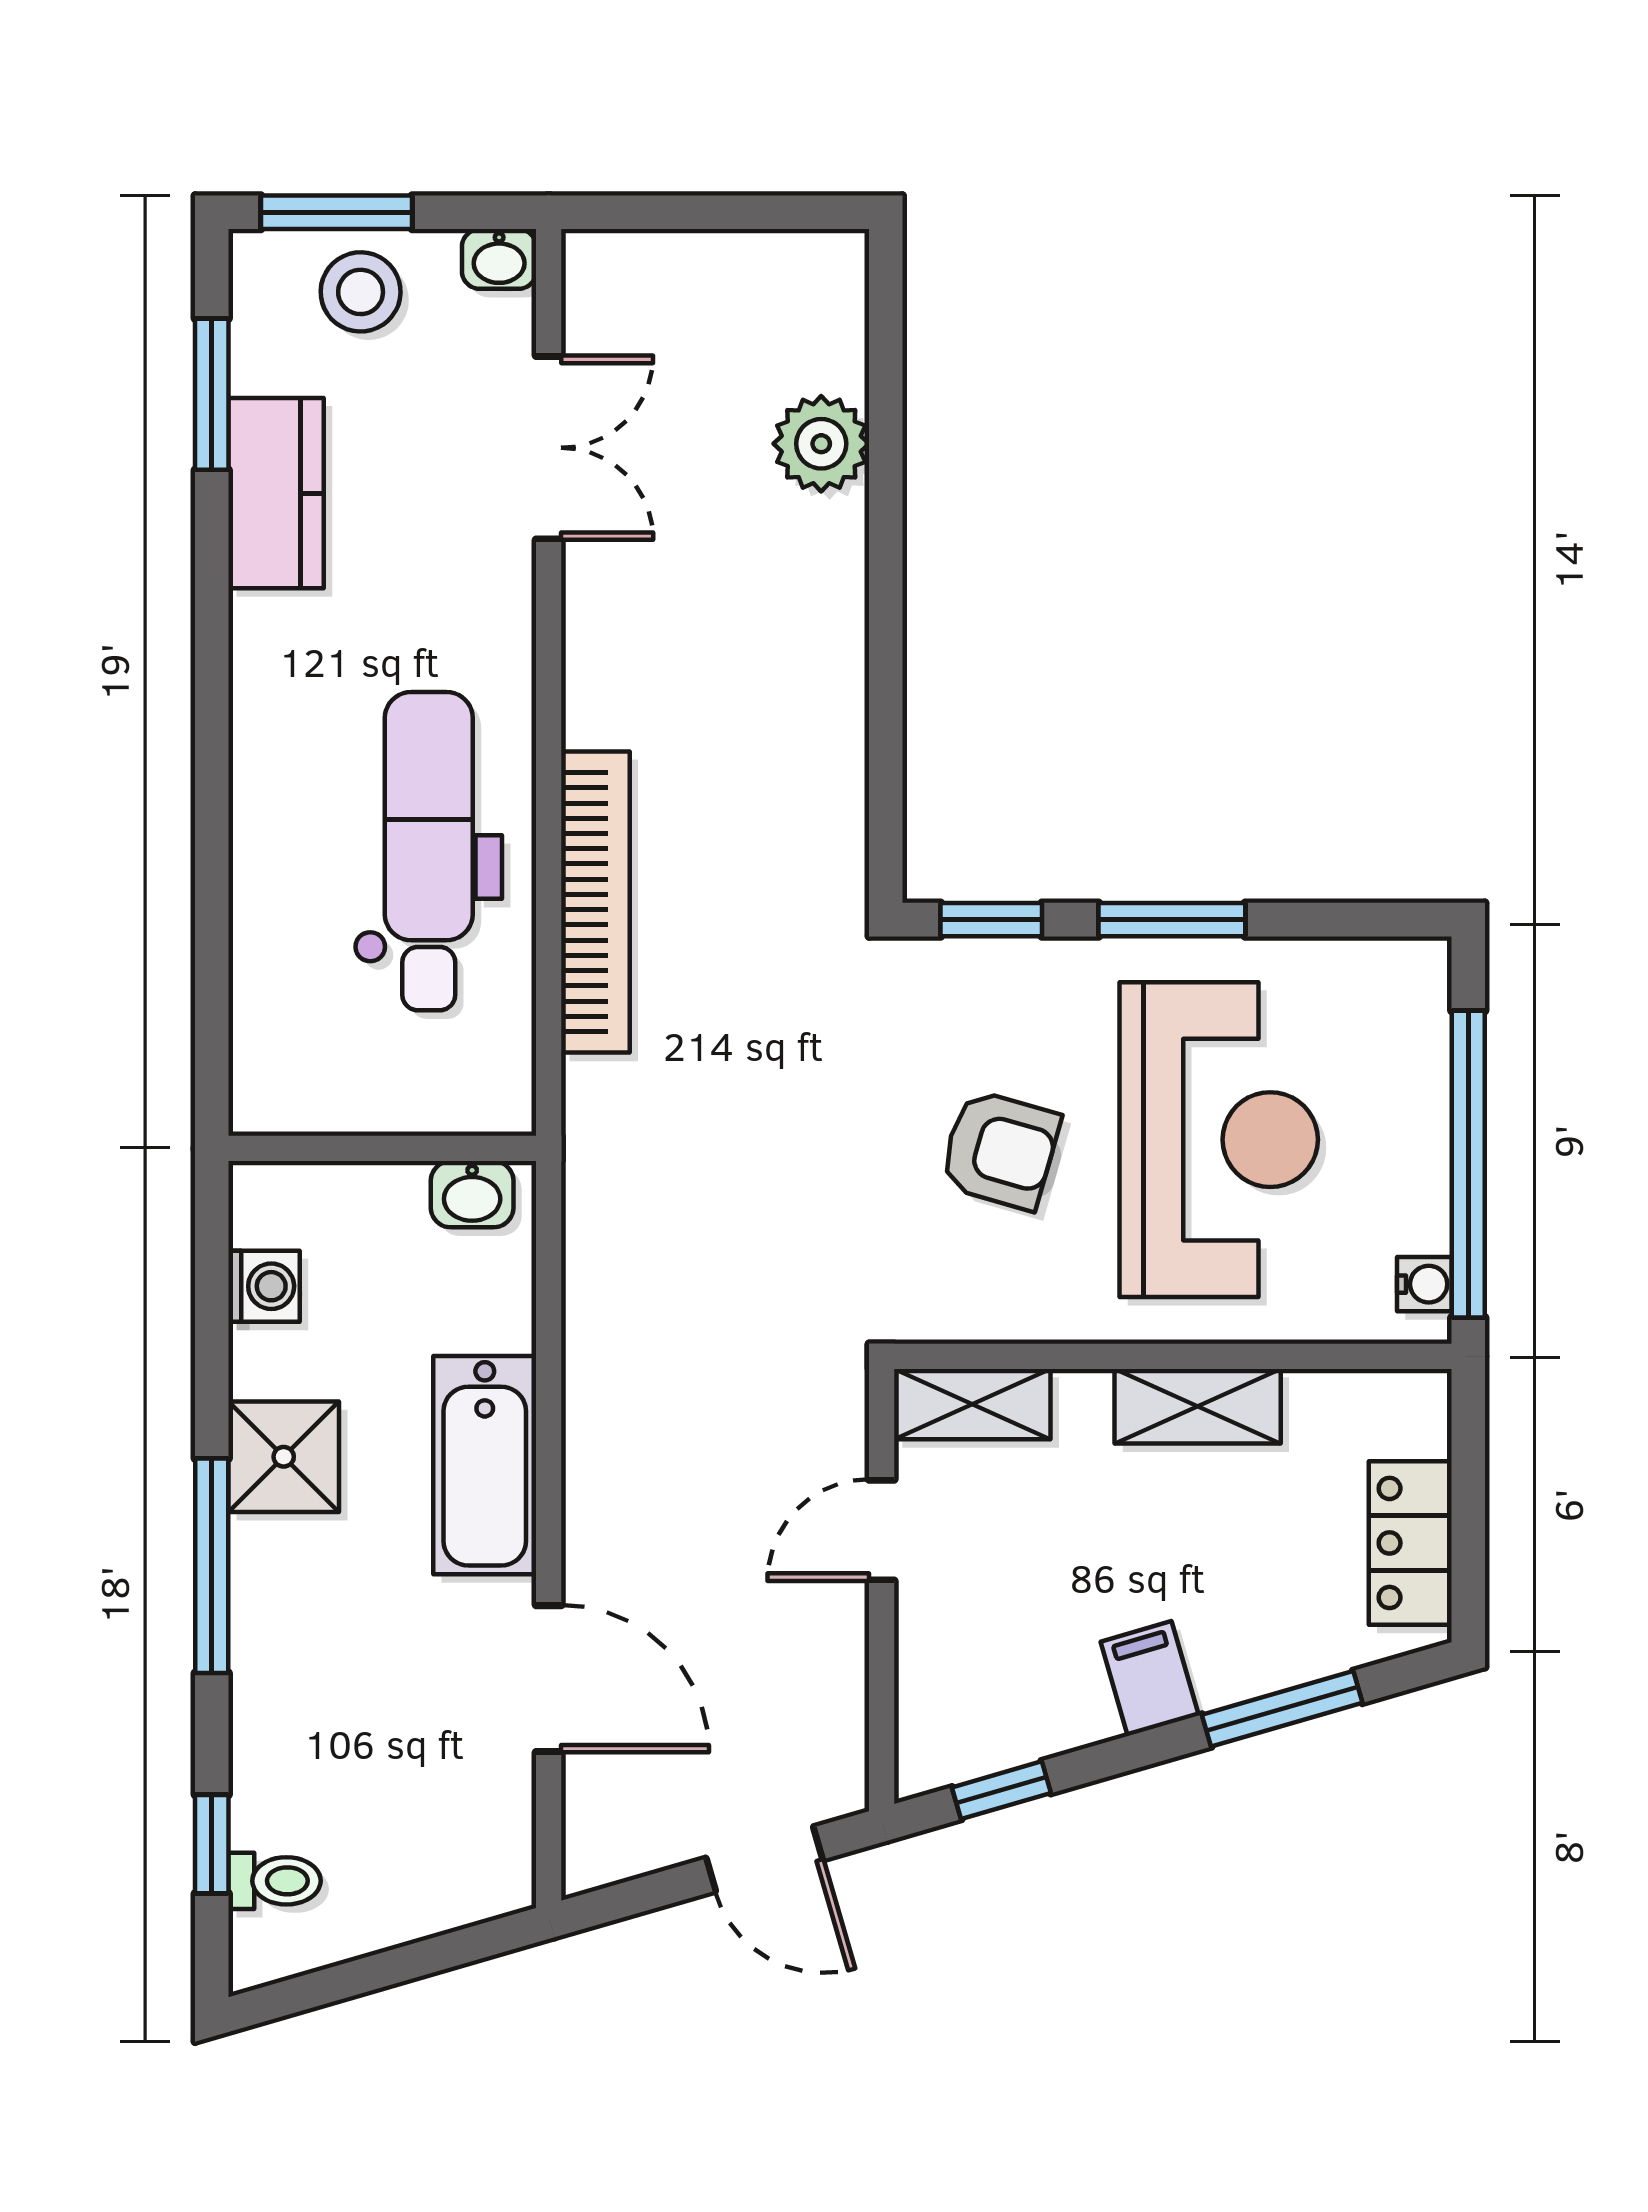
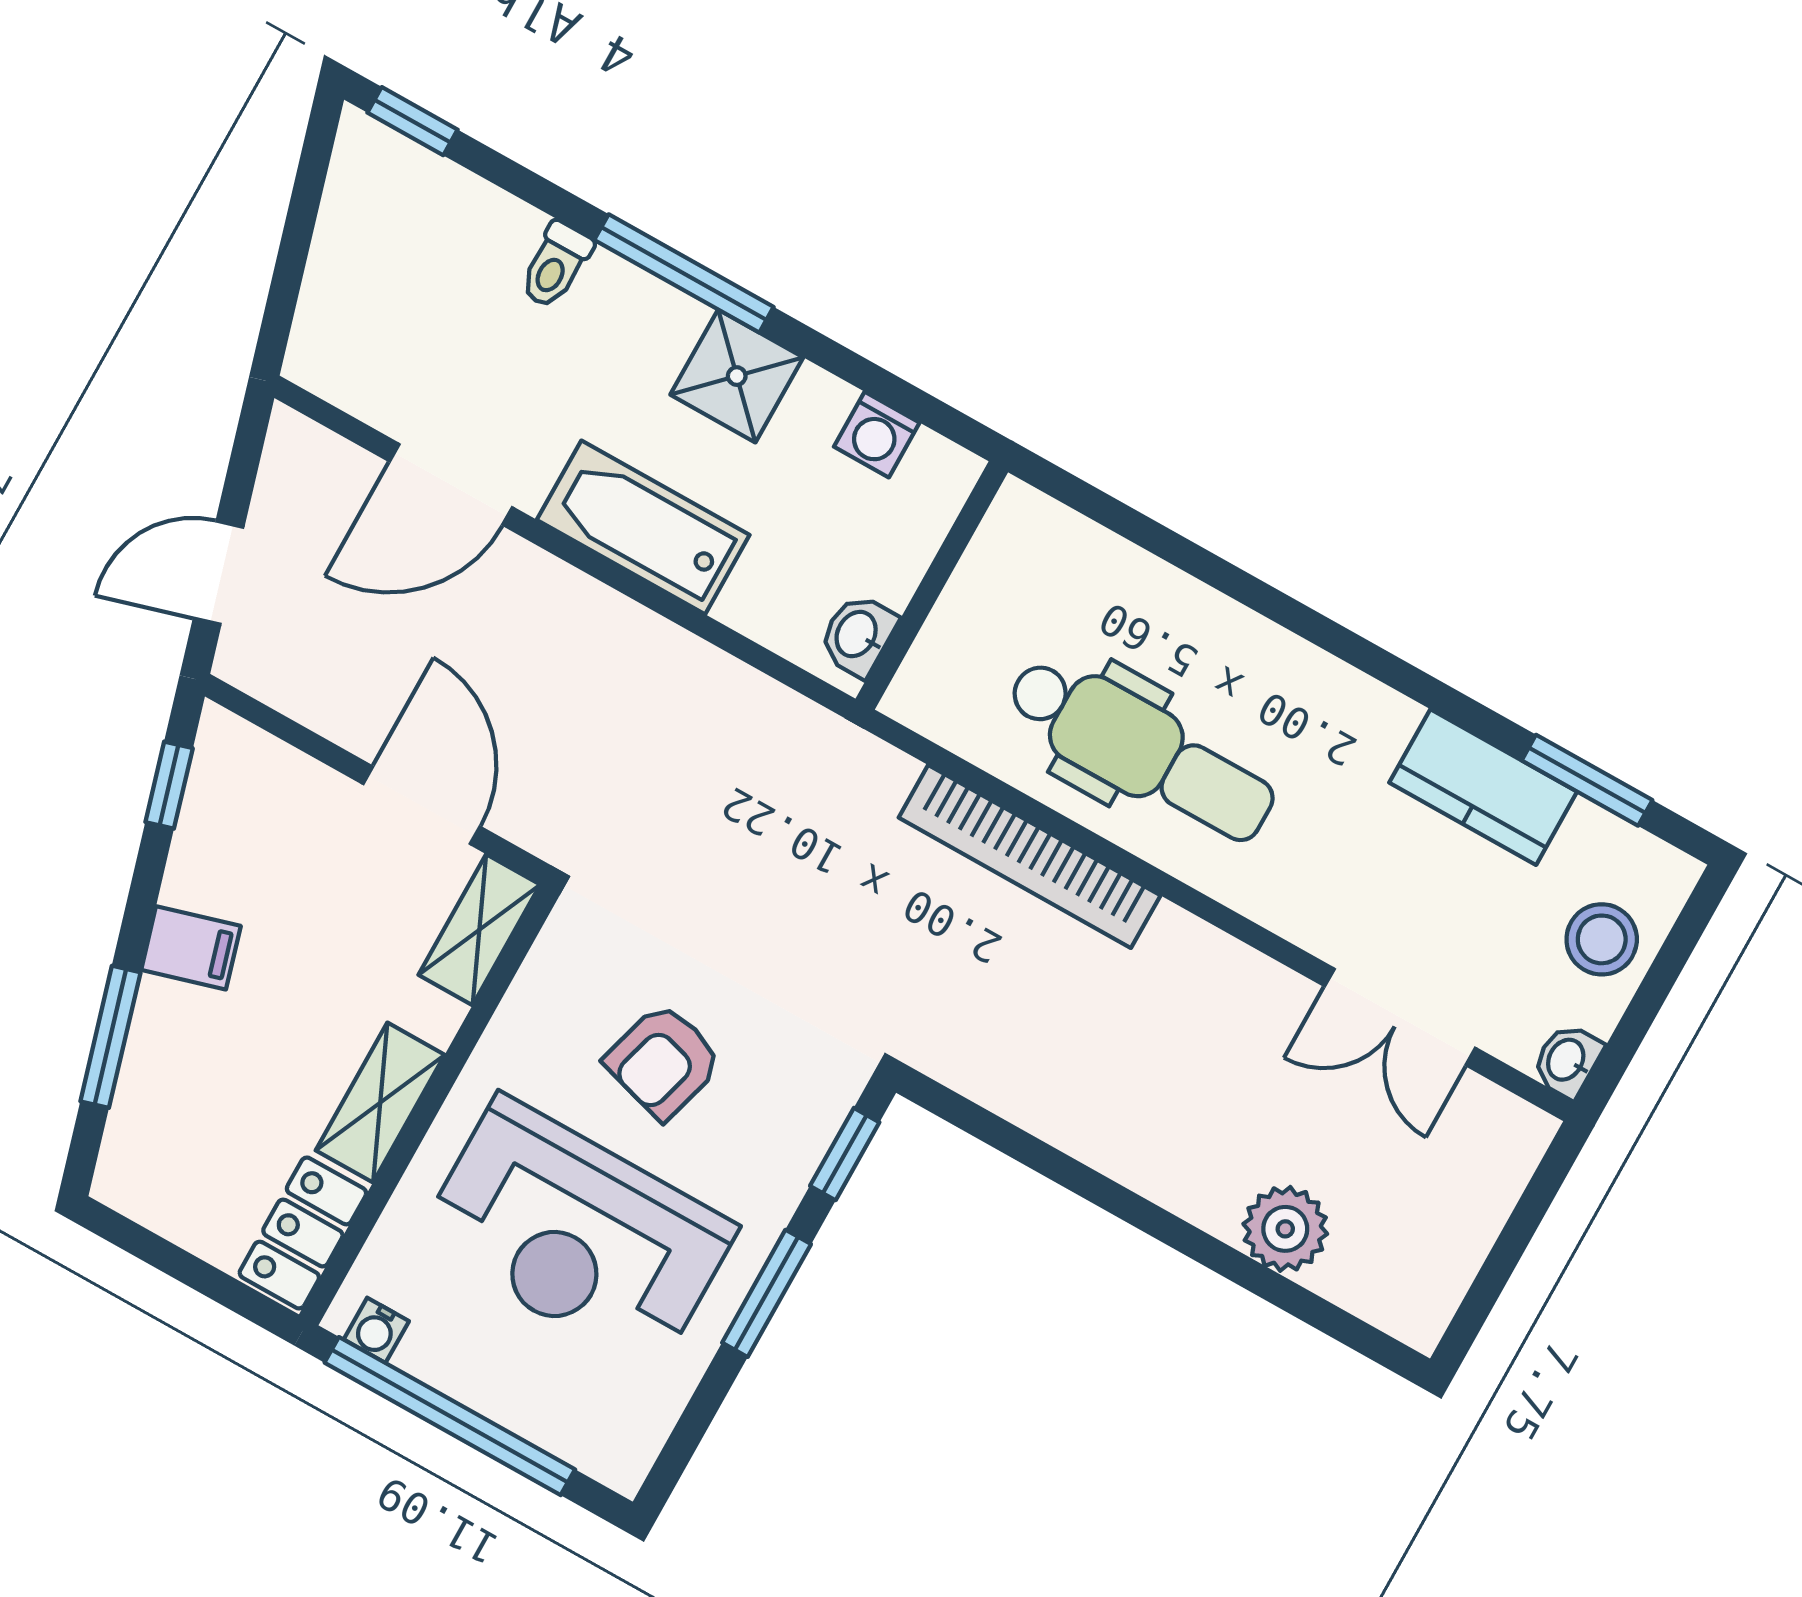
window: (337, 212) -> (1673, 955), removed
door: (882, 1530) -> (421, 805), width x1.38
locker: (1410, 1543) -> (303, 1233), moved, turned -90
window: (212, 1844) -> (413, 121), moved
toilet: (274, 1881) -> (556, 265), moved

